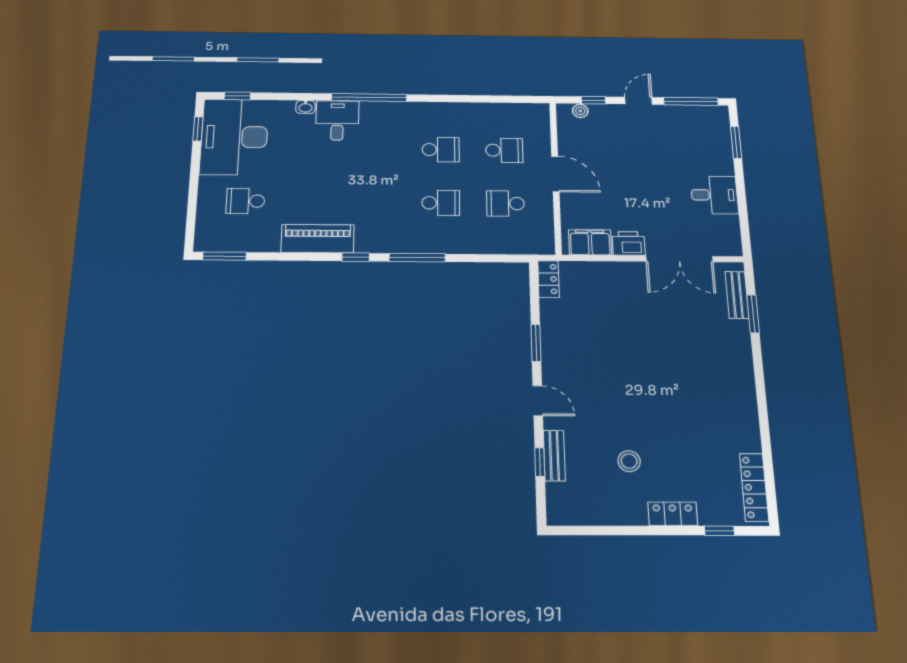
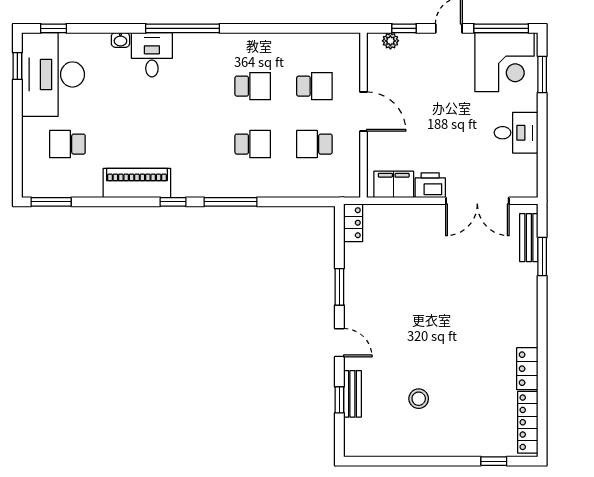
corner desk: (697, 131) -> (505, 62), added
locker: (673, 514) -> (527, 369), moved, turned -90

